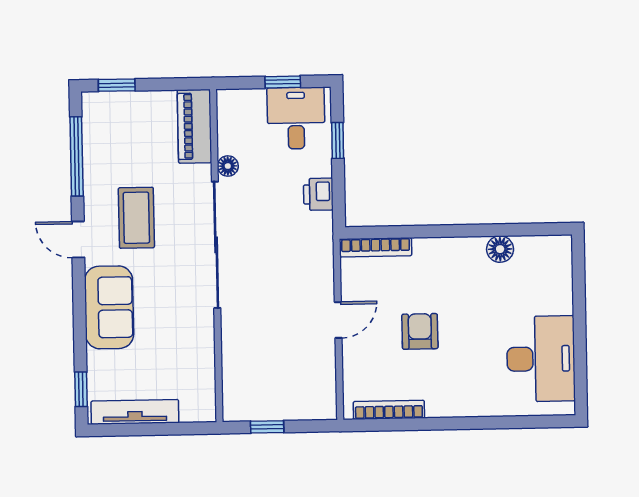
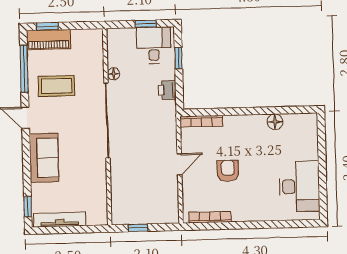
piano: (194, 126) -> (49, 40), moved, turned -90
coffee table: (136, 218) -> (57, 86), moved, turned 90

